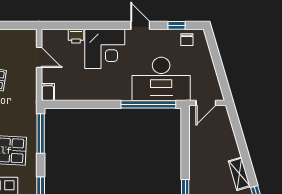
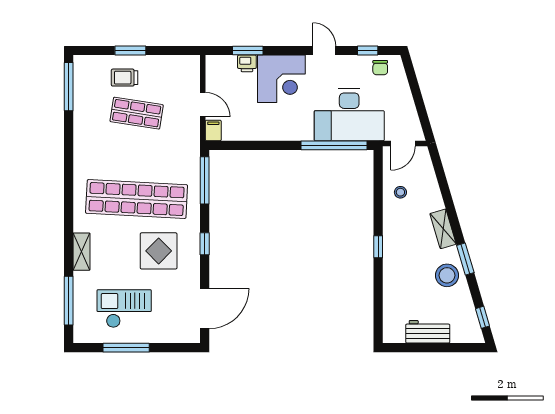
window: (77, 25) -> (248, 51), added
door: (39, 57) -> (203, 105), moved
stool: (204, 143) -> (400, 192), added

